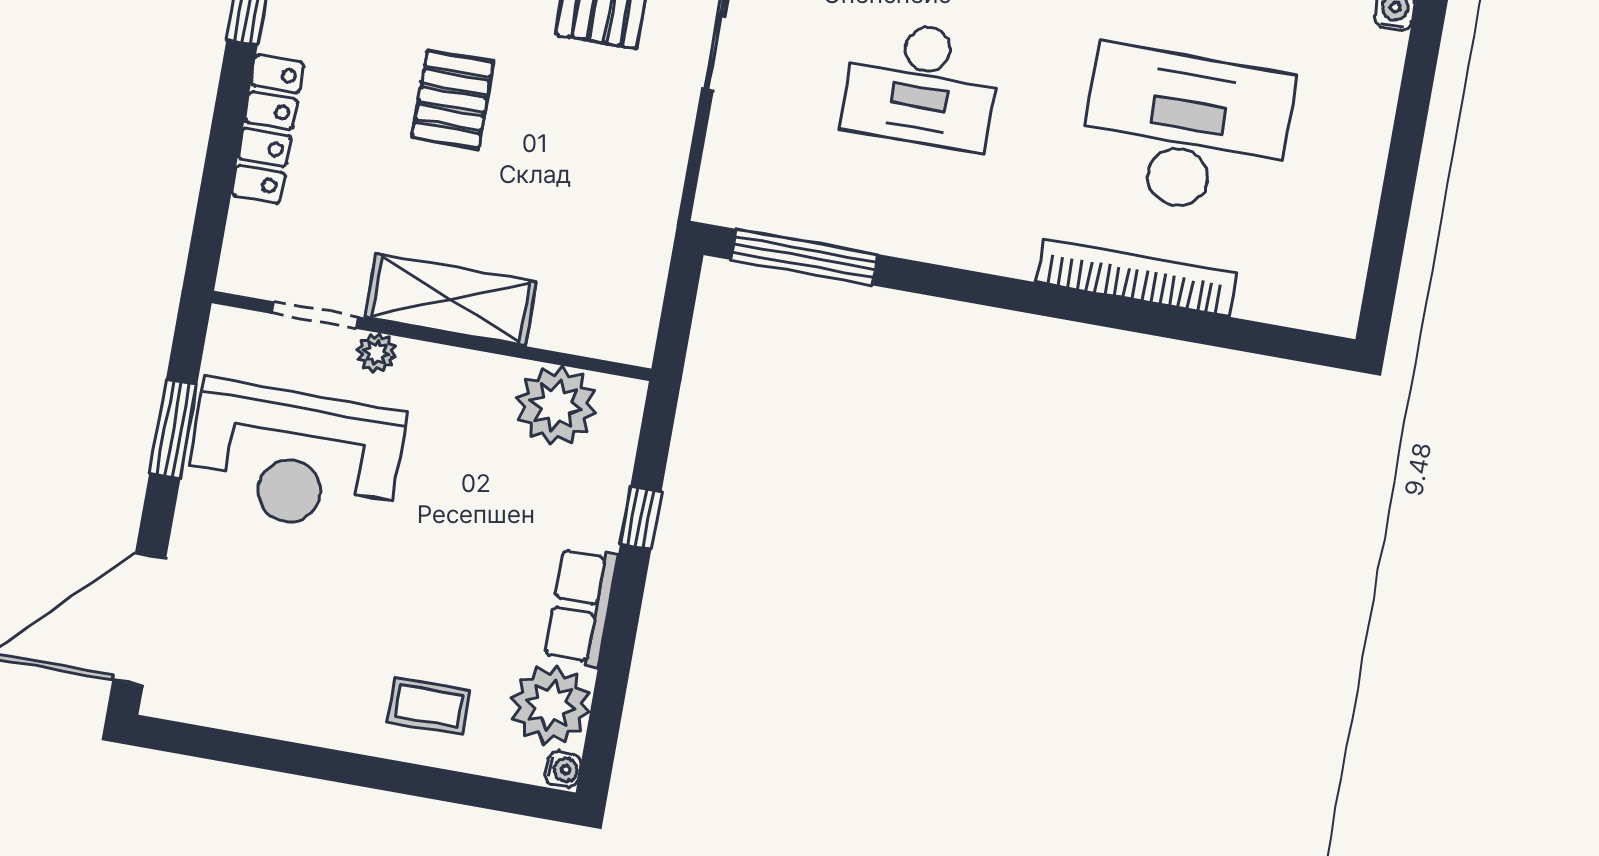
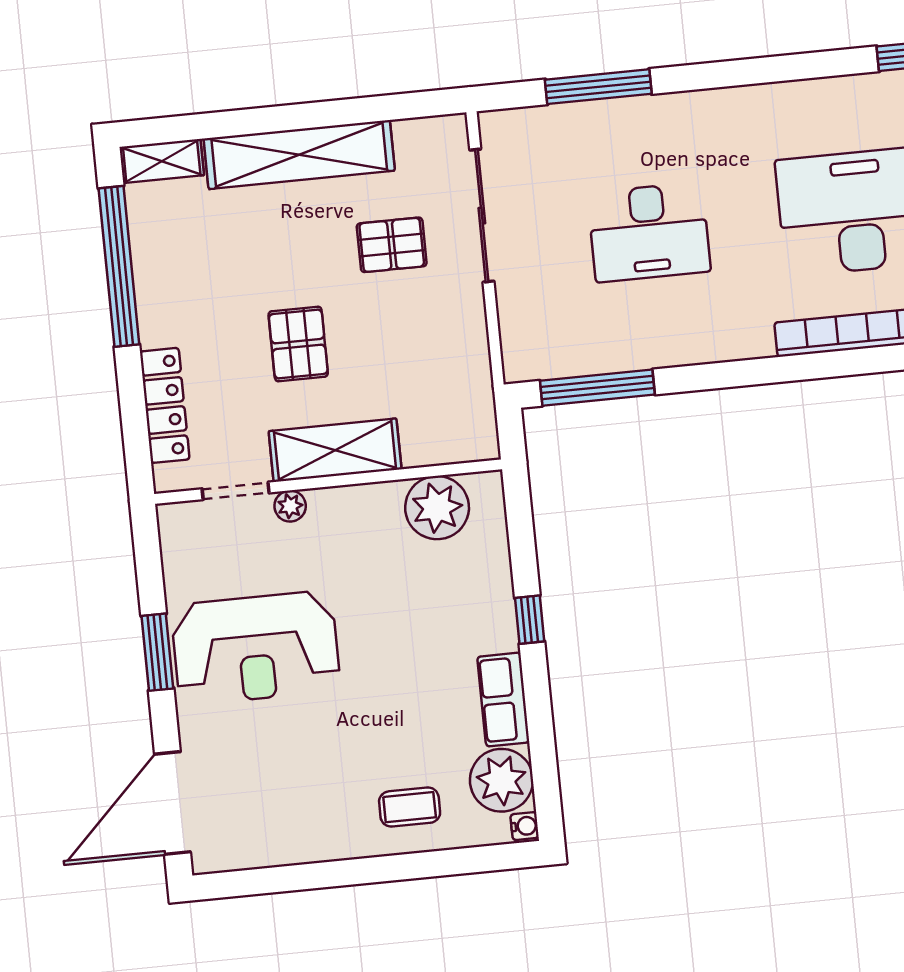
shelving: (451, 300) -> (335, 450), moved
doorway: (315, 315) -> (236, 491), moved
wall: (431, 336) -> (328, 482), moved
plant: (376, 353) -> (290, 506), moved
plant: (556, 405) -> (437, 508), moved

